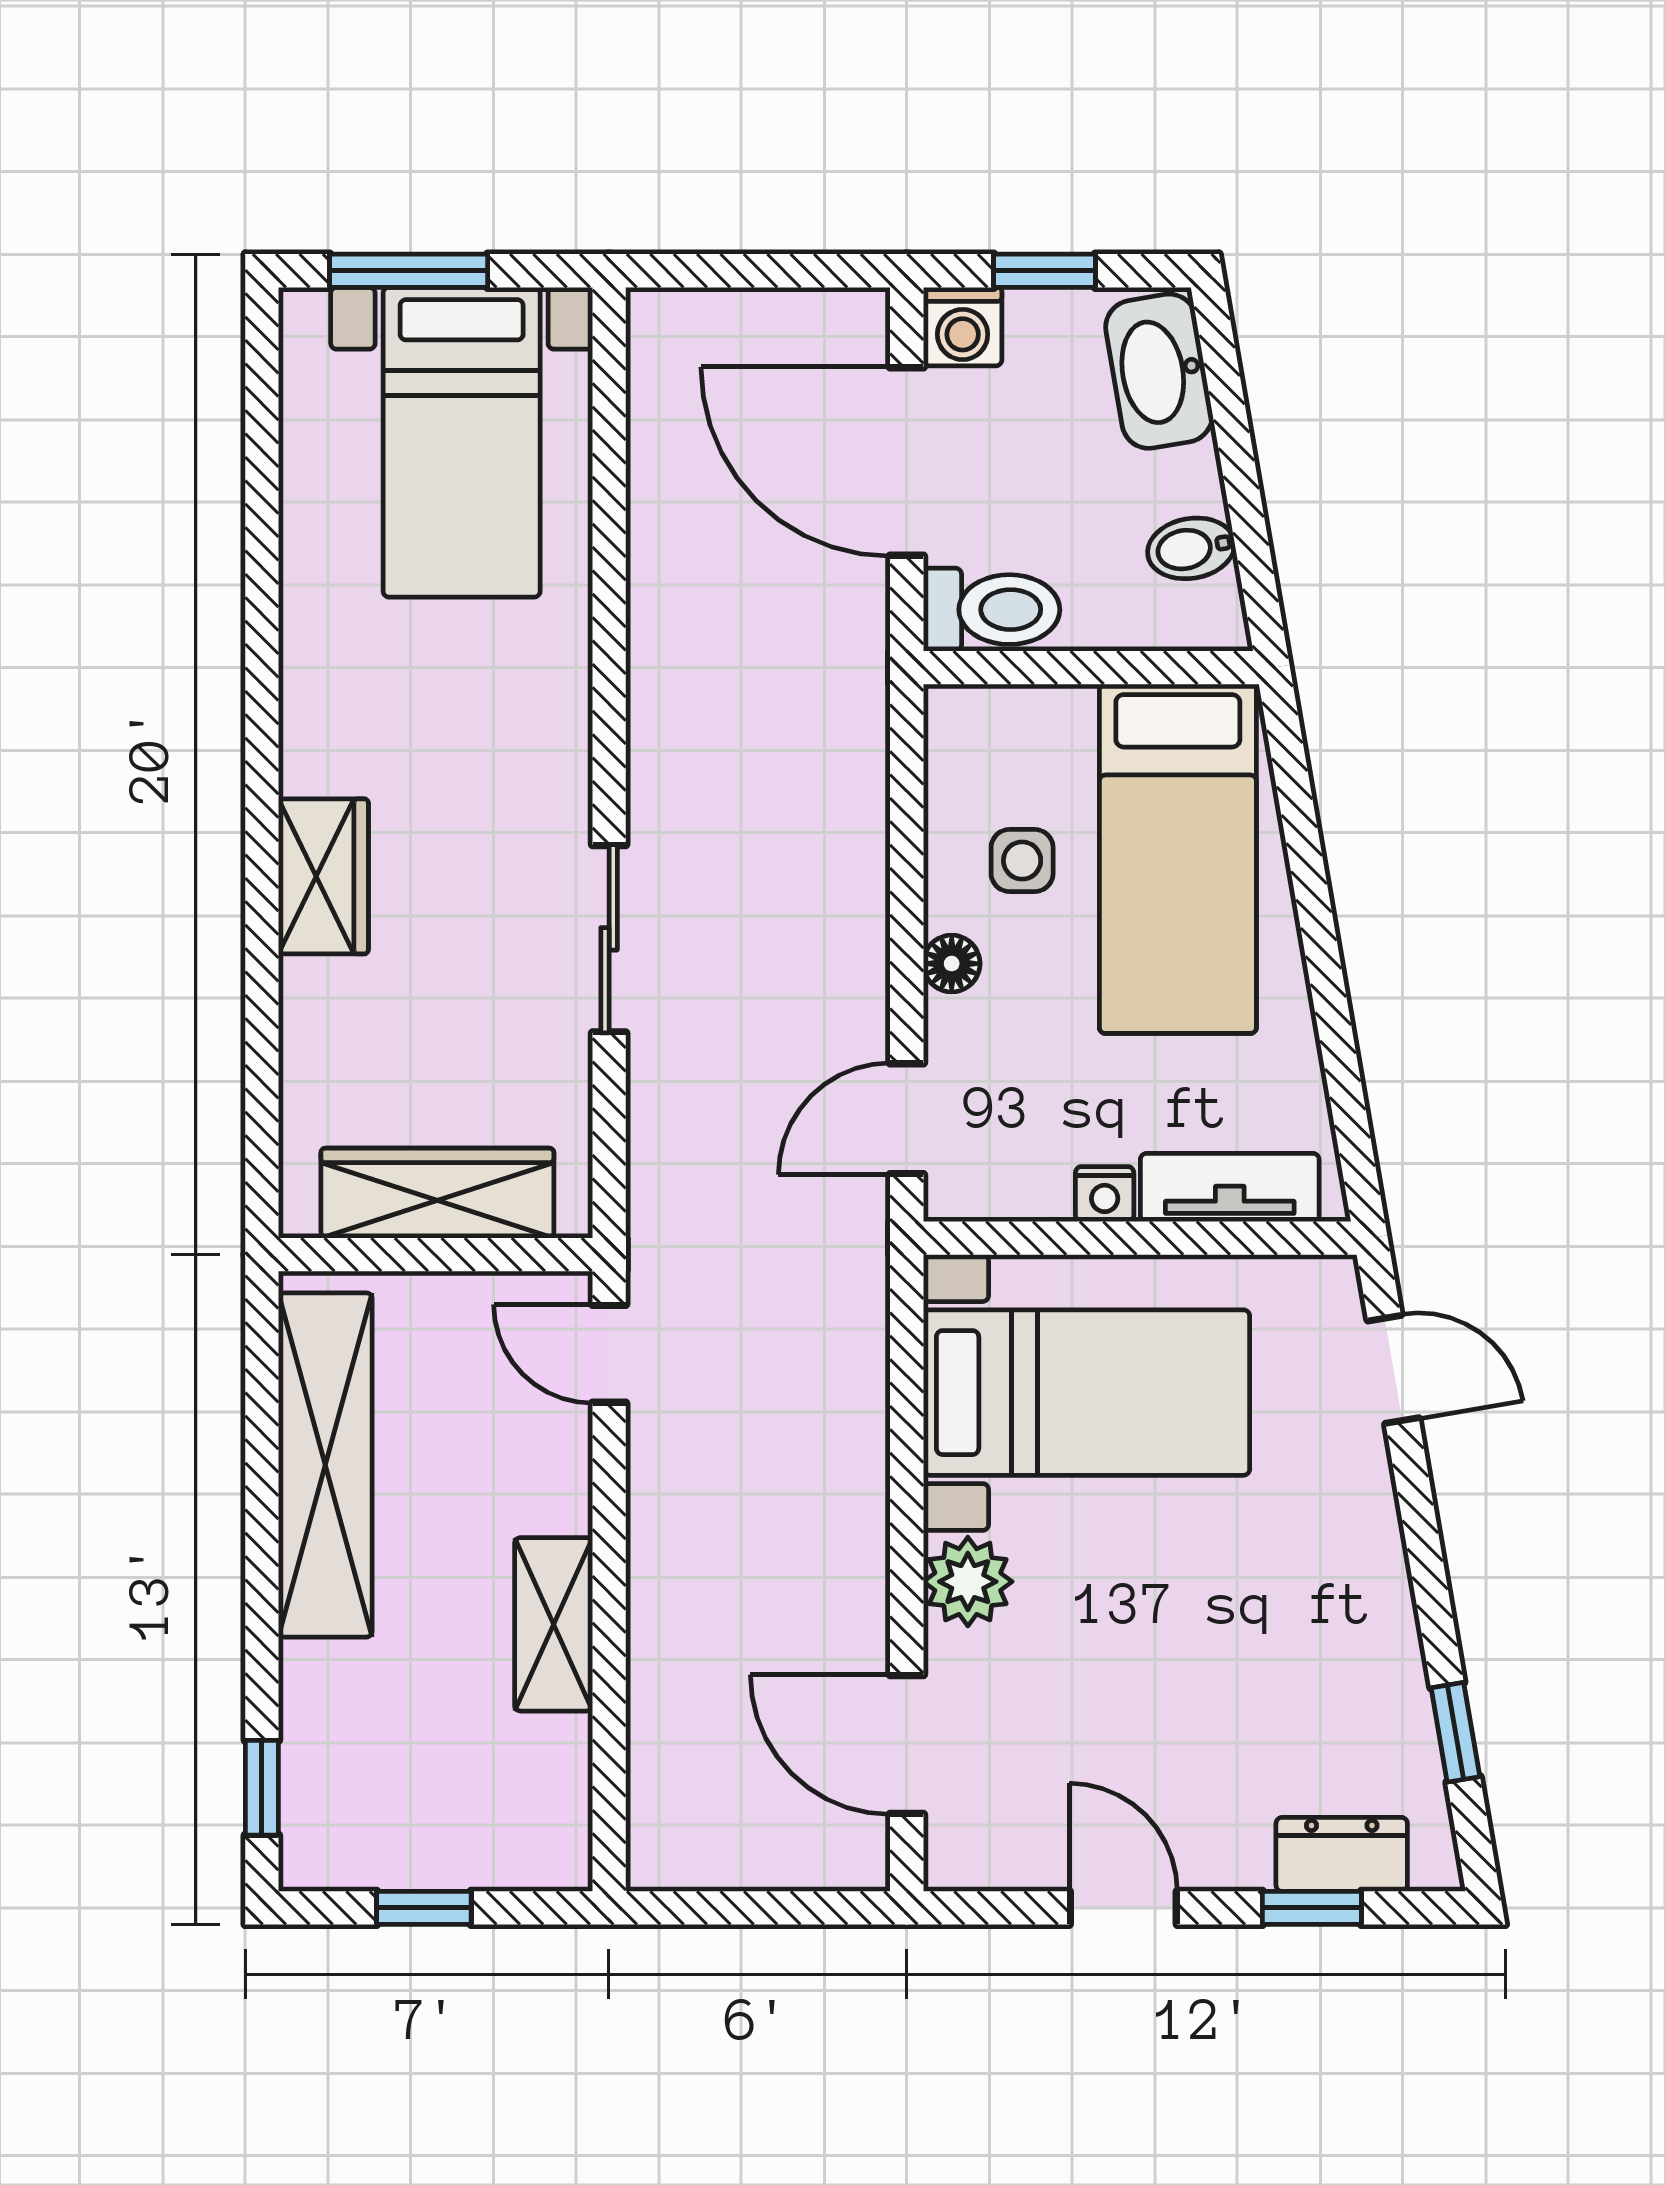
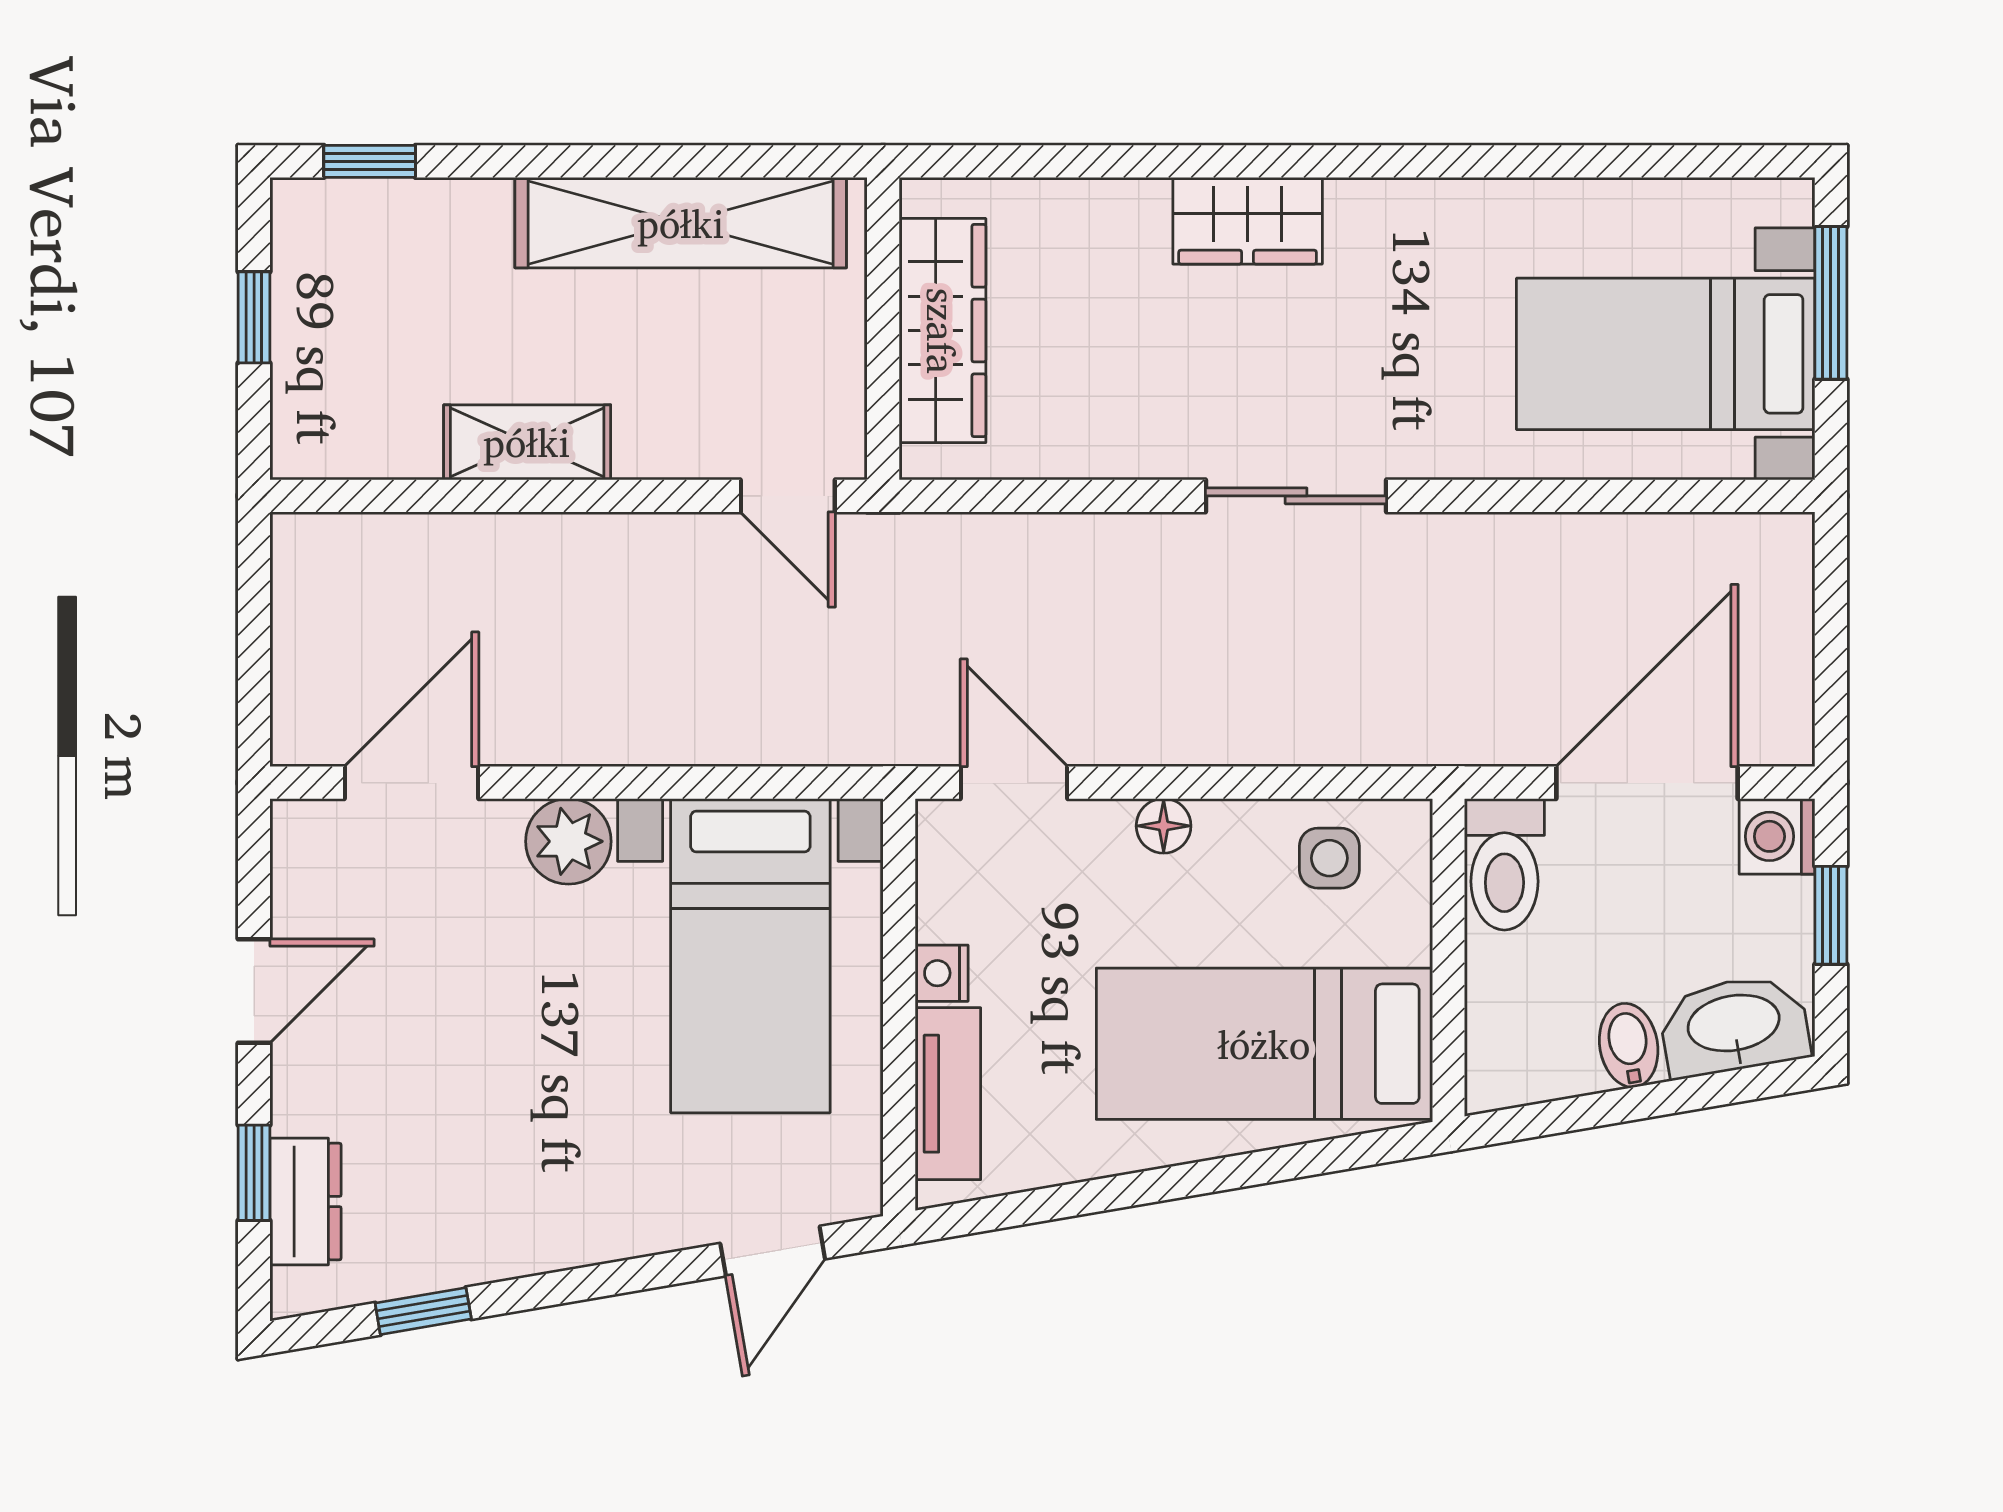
bidet: (1191, 548) -> (1629, 1045), moved
side table: (1022, 861) -> (1329, 858), moved
sliding door: (609, 939) -> (1296, 496), moved
door: (609, 1354) -> (788, 496), swing flipped

